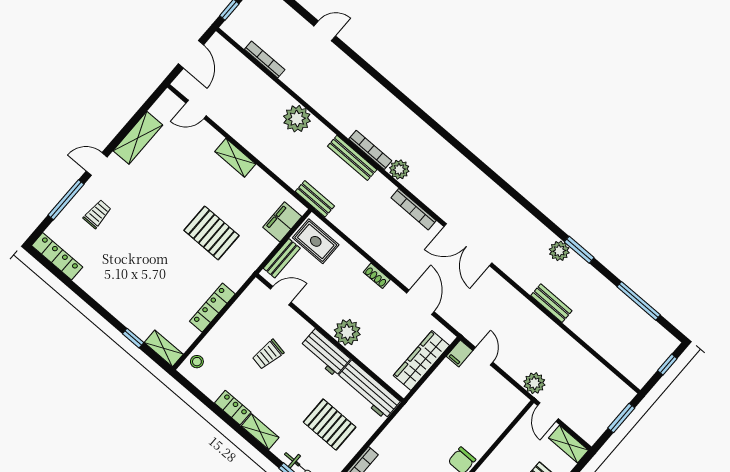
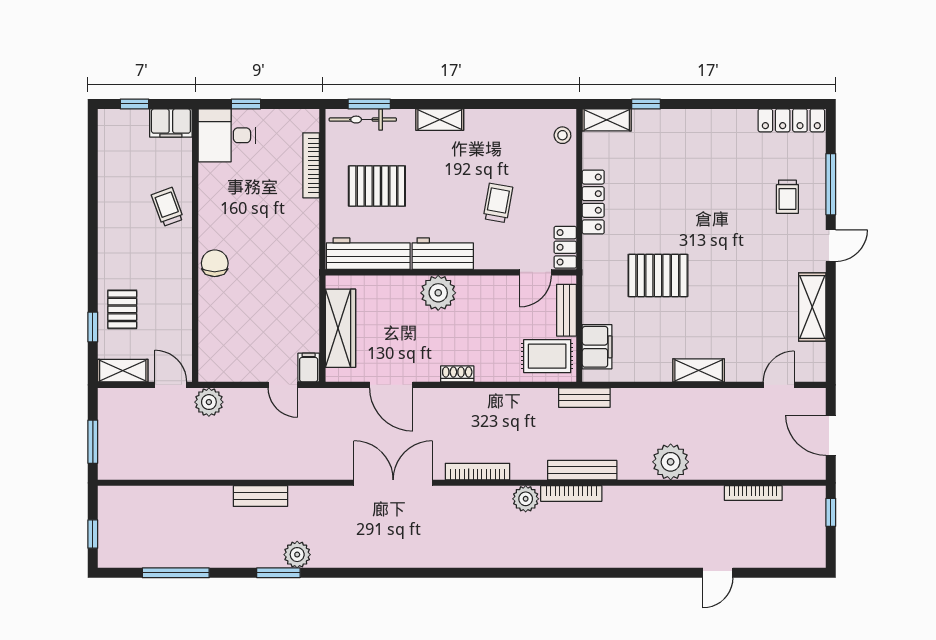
locker: (233, 408) -> (565, 247), moved, turned 90

